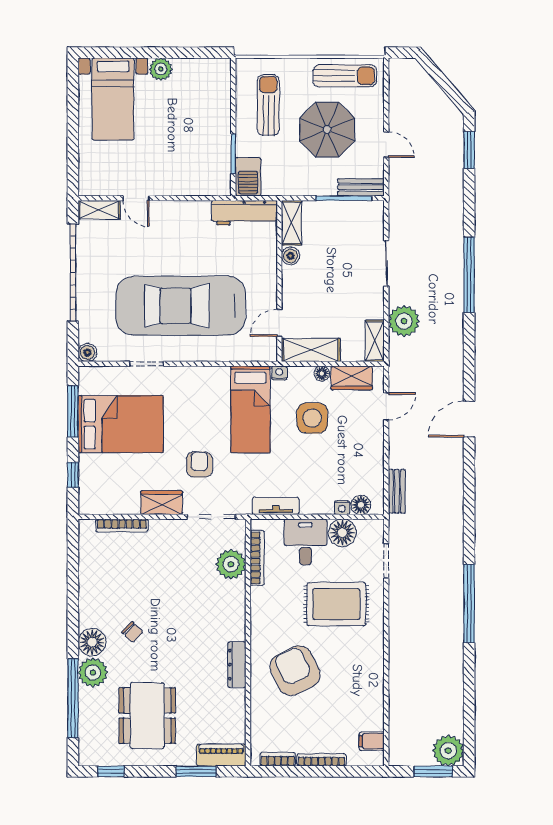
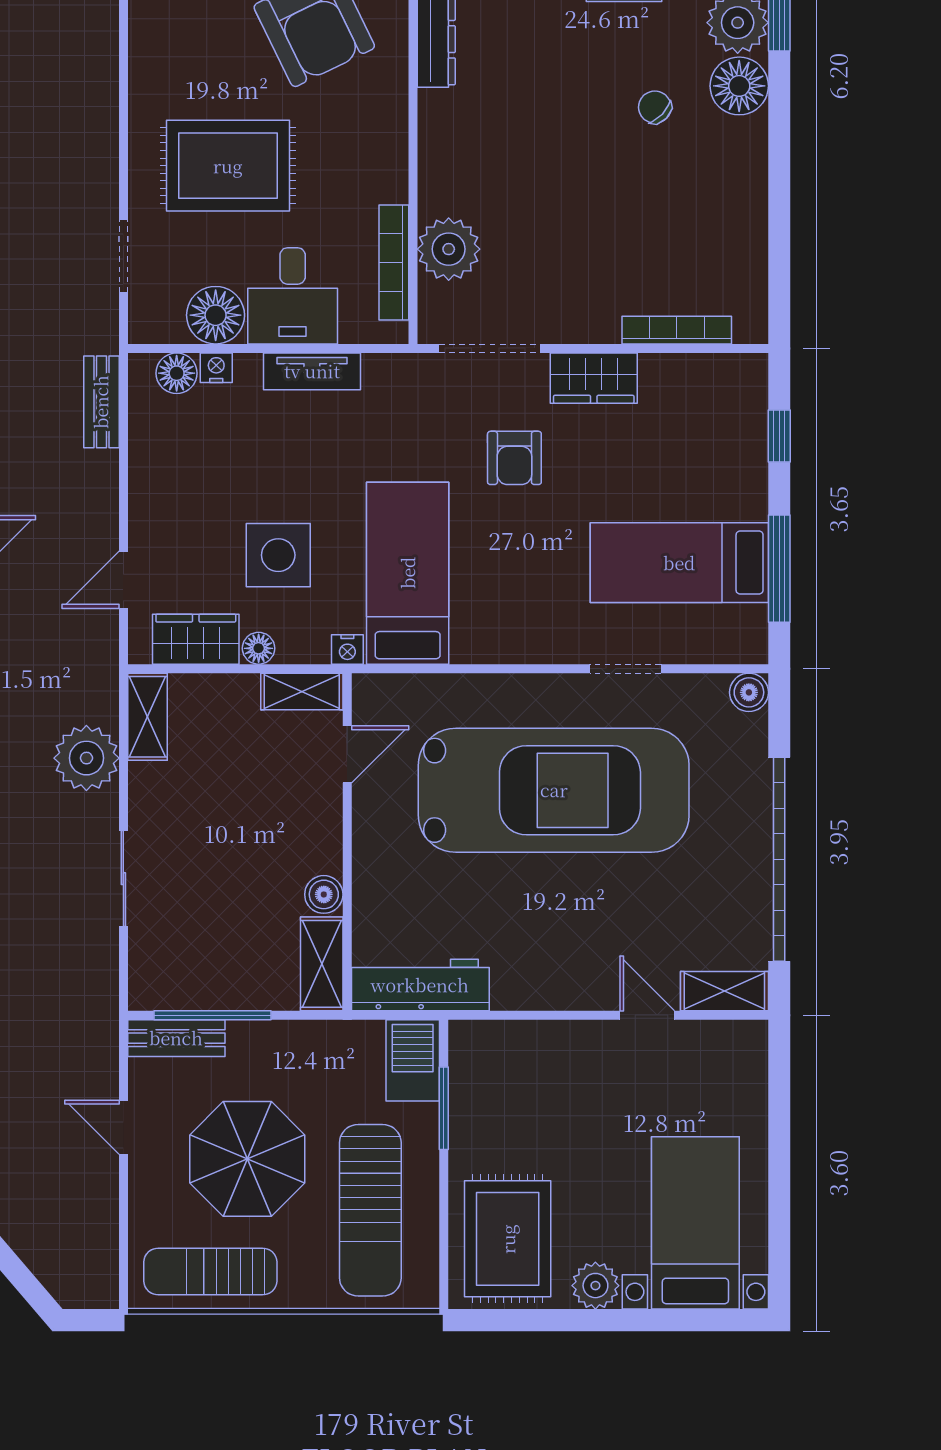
rug: (203, 91) -> (508, 1239), added
sun lounger: (268, 105) -> (370, 1210), width x1.36, depth x1.34
shelving: (311, 350) -> (302, 691), width x0.67, depth x0.75
bed: (121, 424) -> (679, 563), width x0.67
tv unit: (276, 506) -> (312, 371), moved

